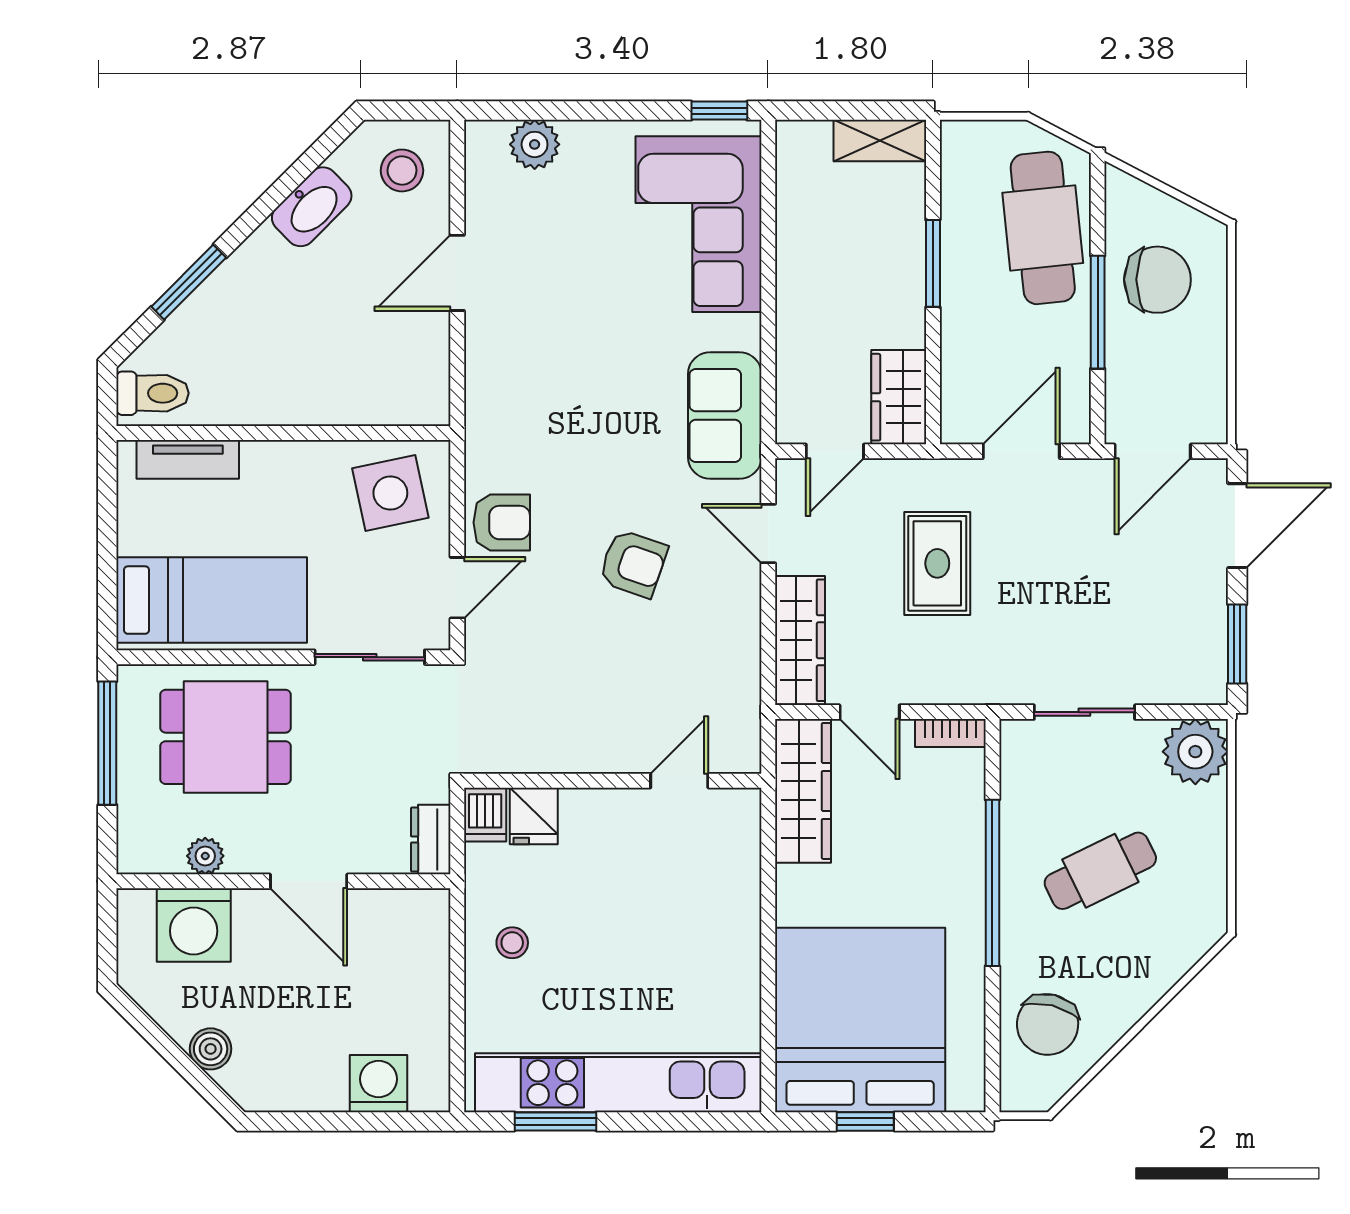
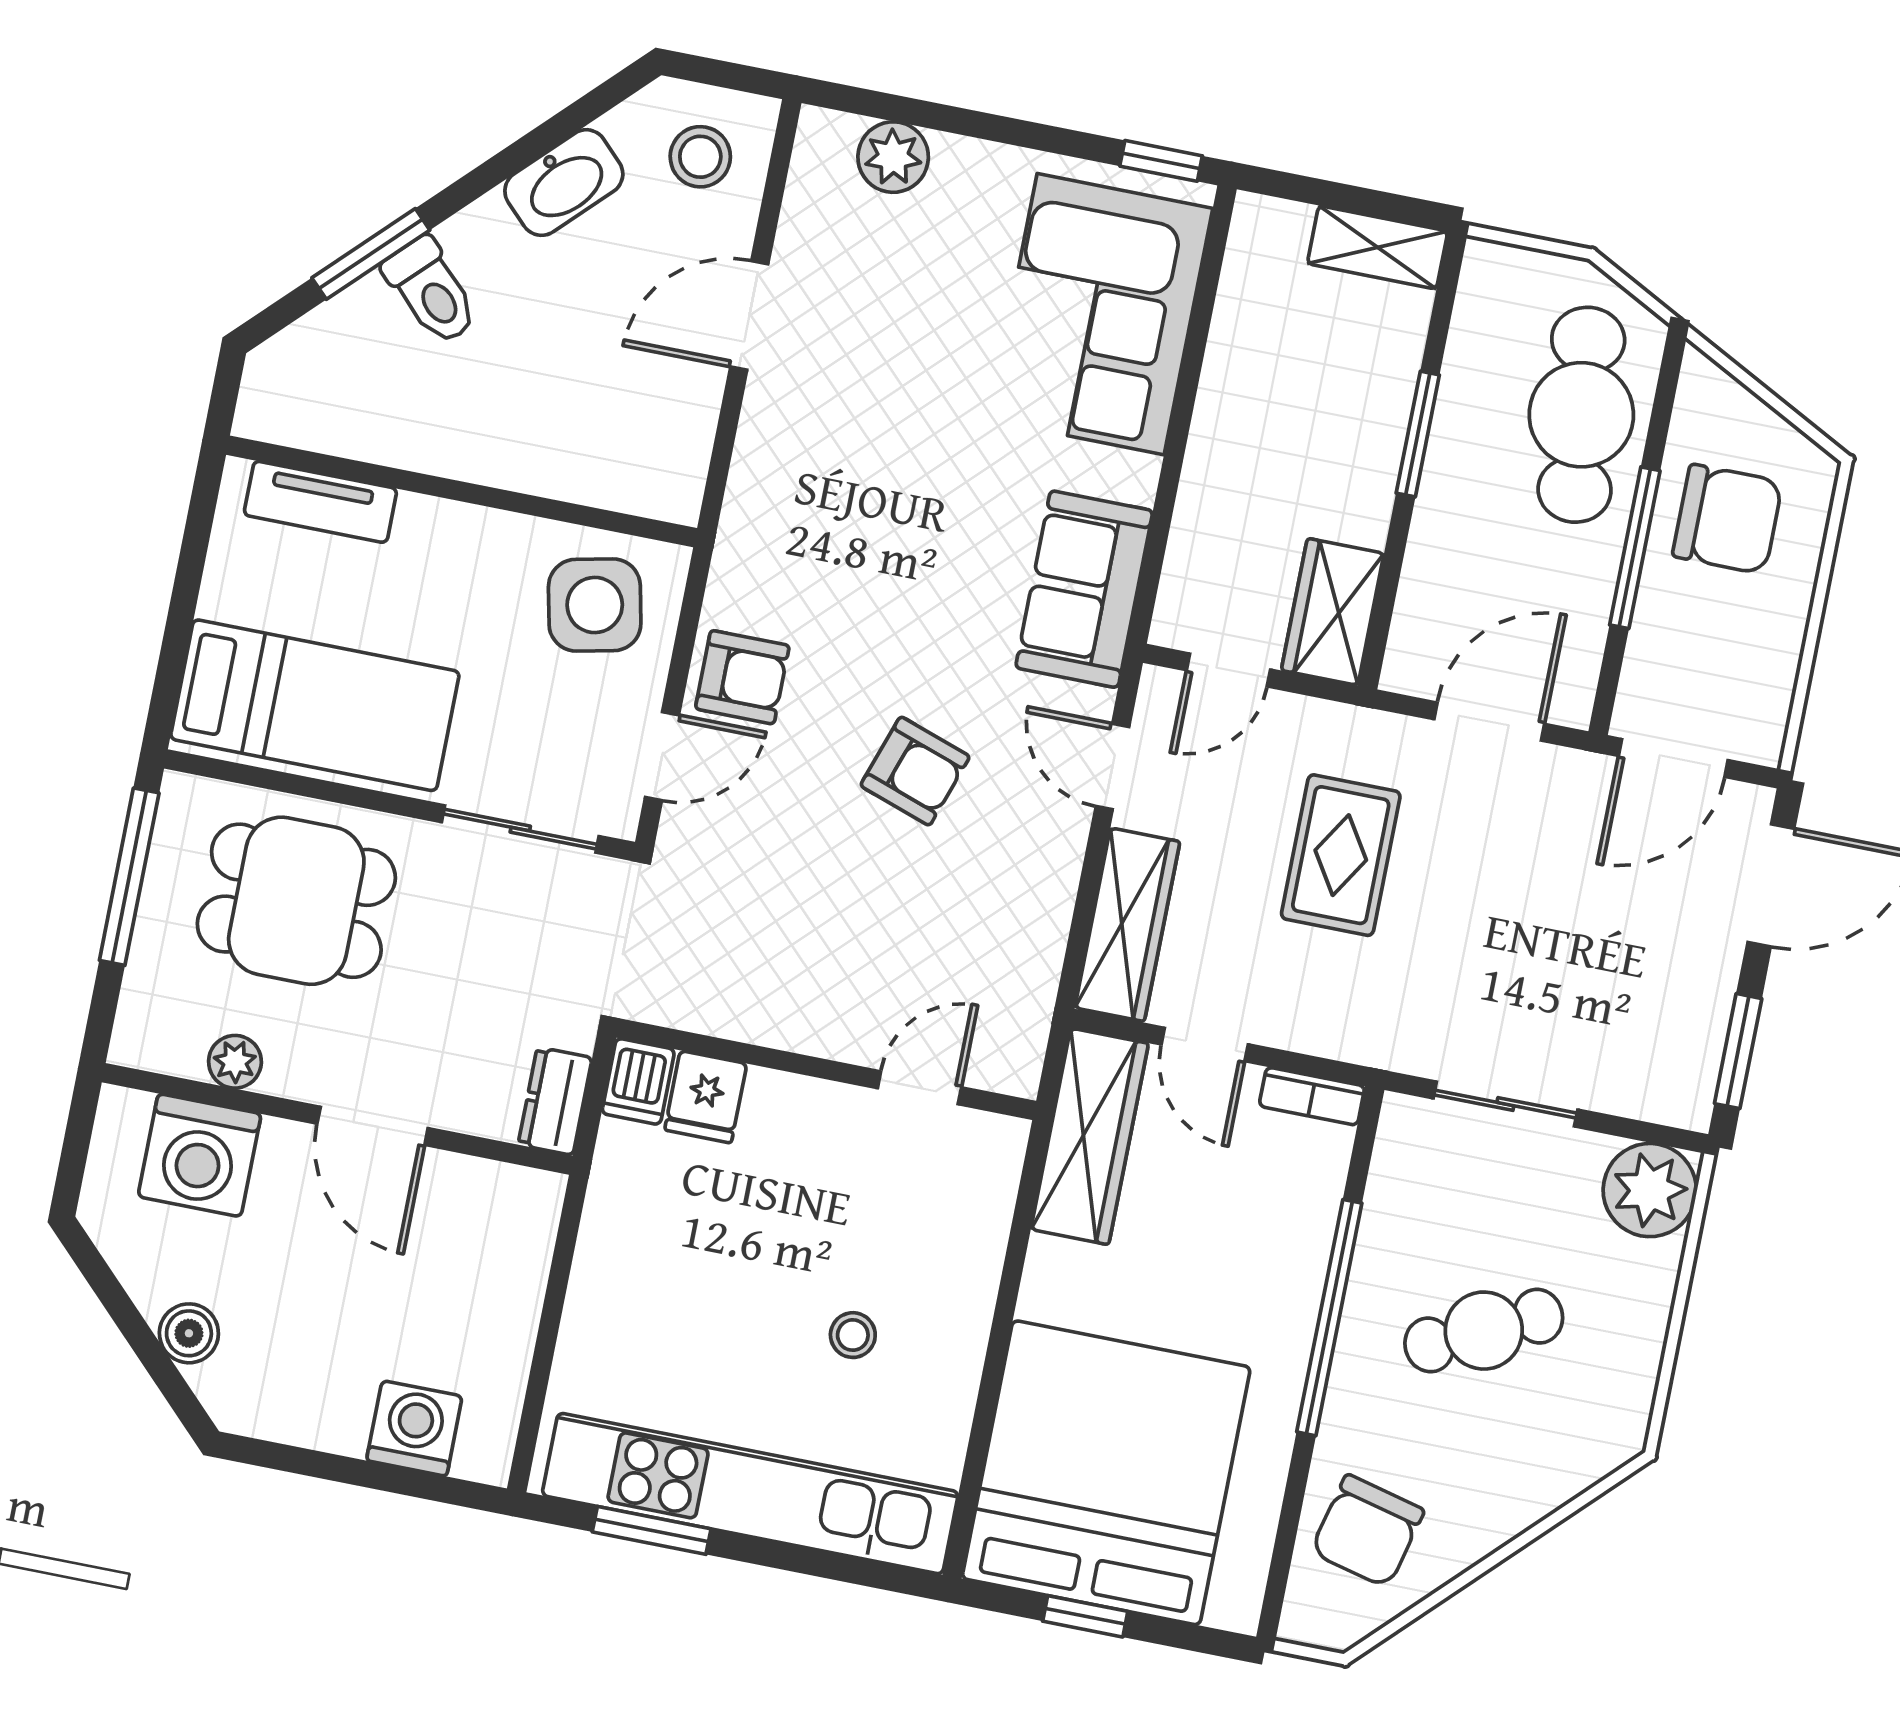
toilet: (153, 393) -> (431, 291), moved, turned 45
stool: (512, 943) -> (853, 1335), moved

